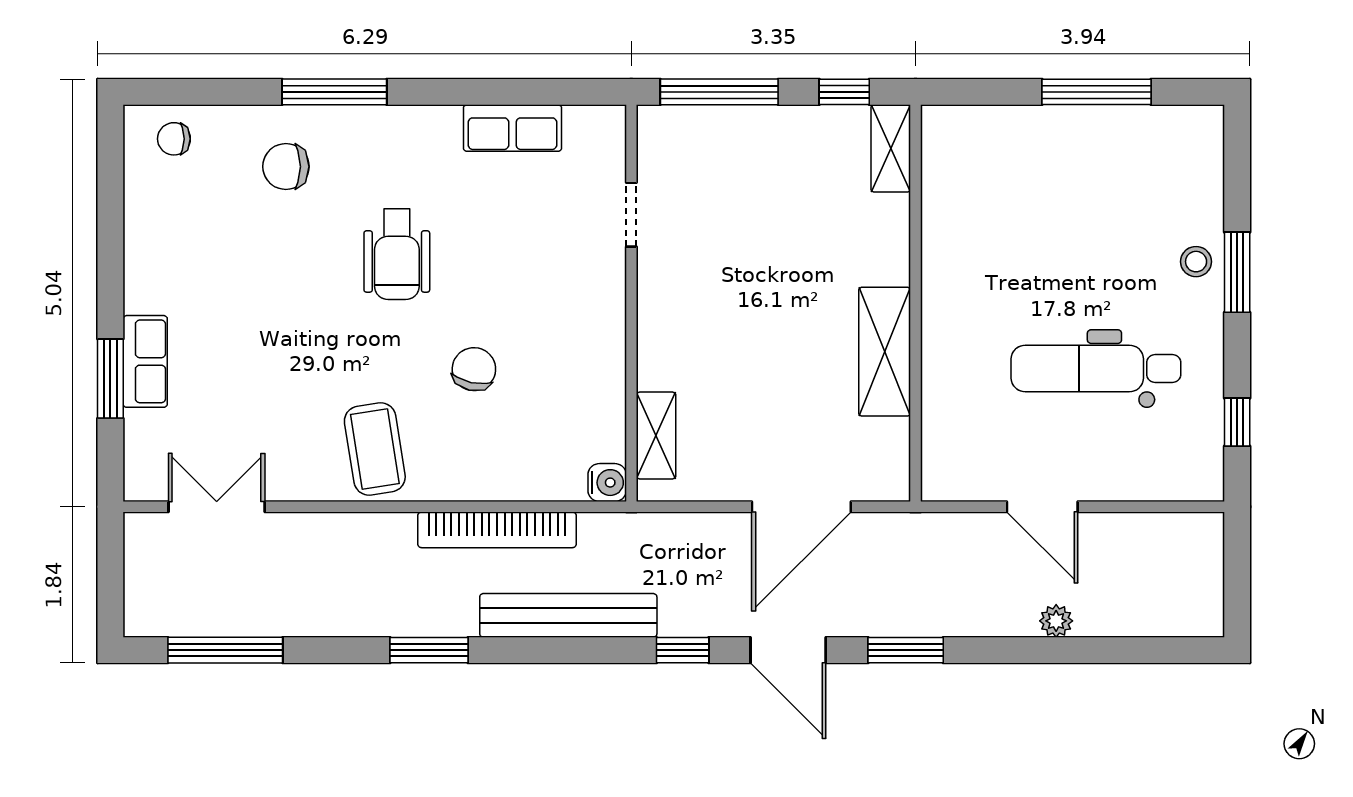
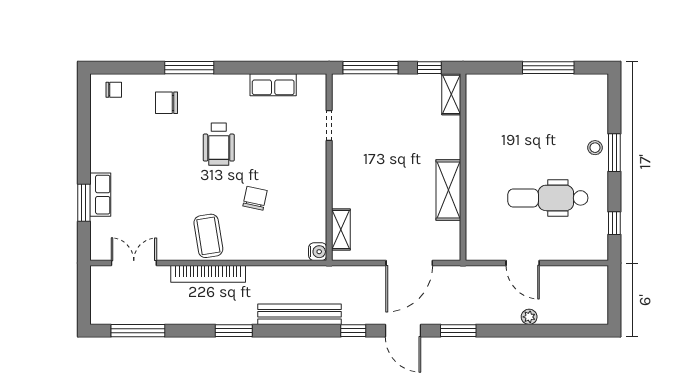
chair: (174, 139) -> (114, 90), turned 180
bookcase: (497, 530) -> (208, 274), moved

